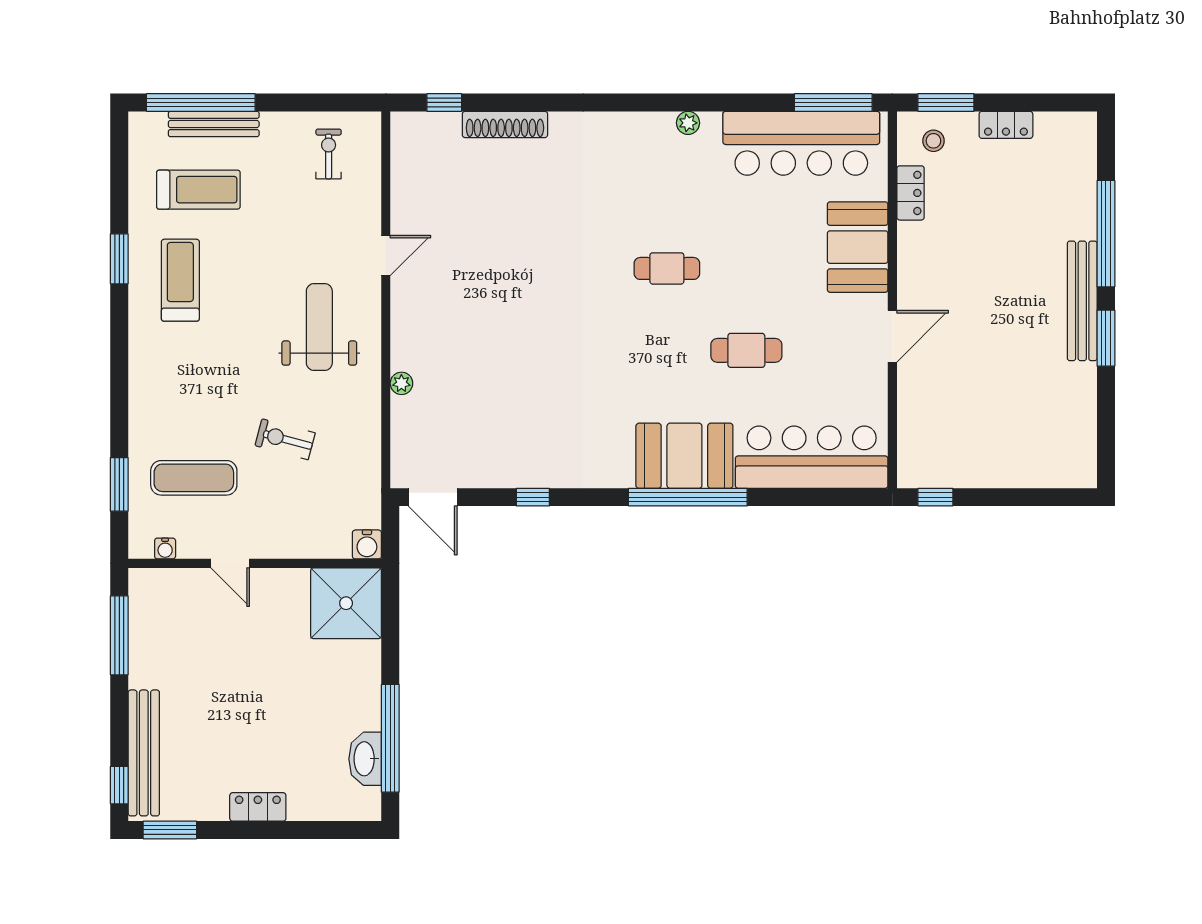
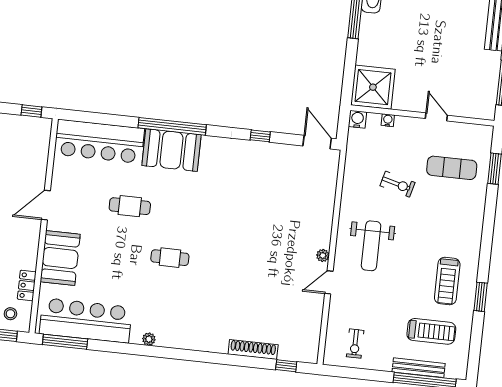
treadmill: (198, 190) -> (431, 331), turned 180
plant: (401, 383) -> (323, 255), moved
water cooler: (165, 549) -> (388, 120), moved

